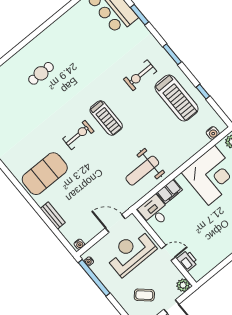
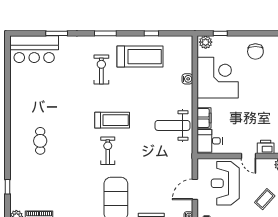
exercise bike: (140, 75) -> (101, 70), turned 180
water cooler: (213, 133) -> (187, 79), moved
weight bench: (142, 171) -> (172, 125), turned 90
door: (115, 223) -> (195, 189), moved
door: (168, 253) -> (248, 156), swing flipped

